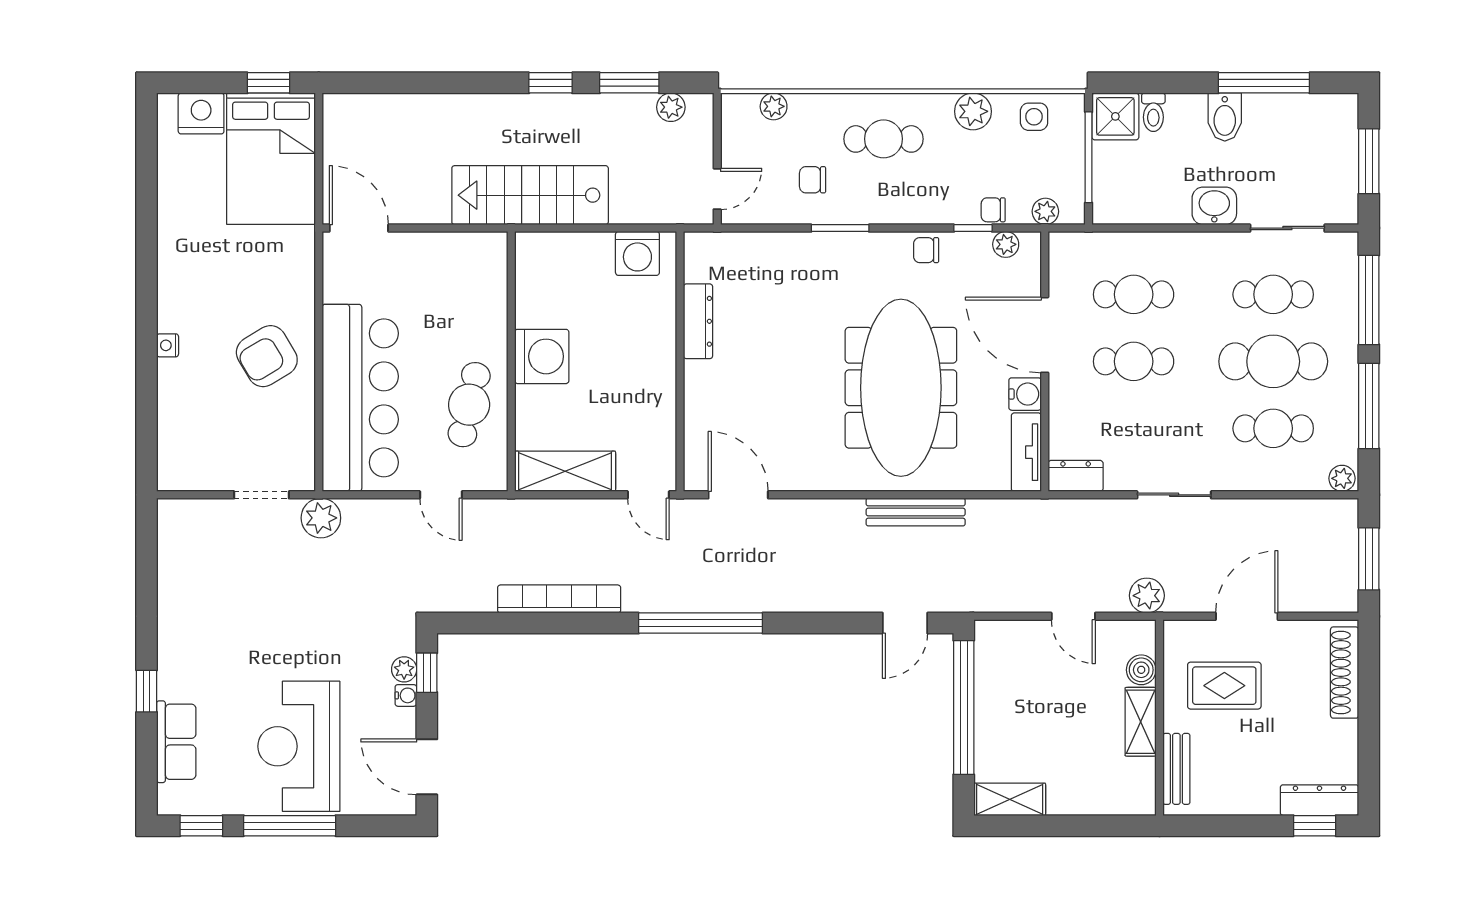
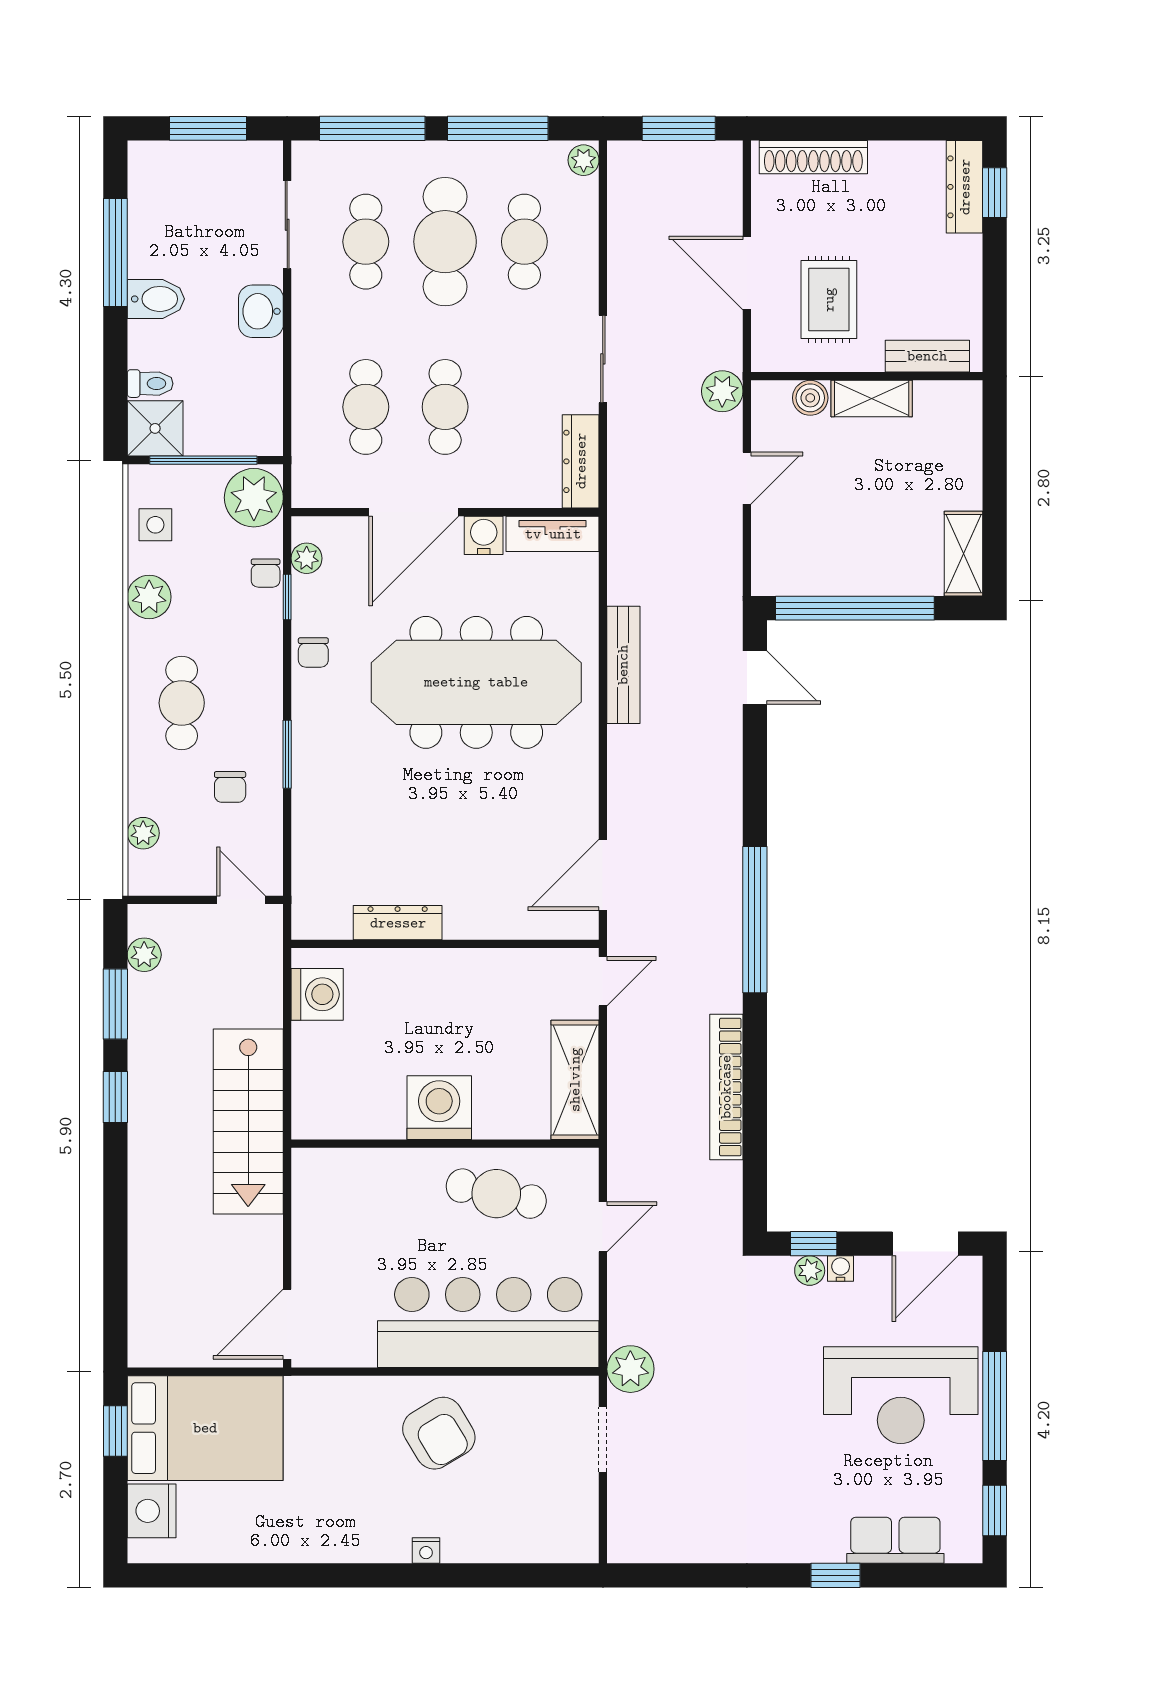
plant: (1045, 211) -> (254, 498), width x1.88, depth x1.88
dresser: (1076, 476) -> (581, 461), width x1.44

